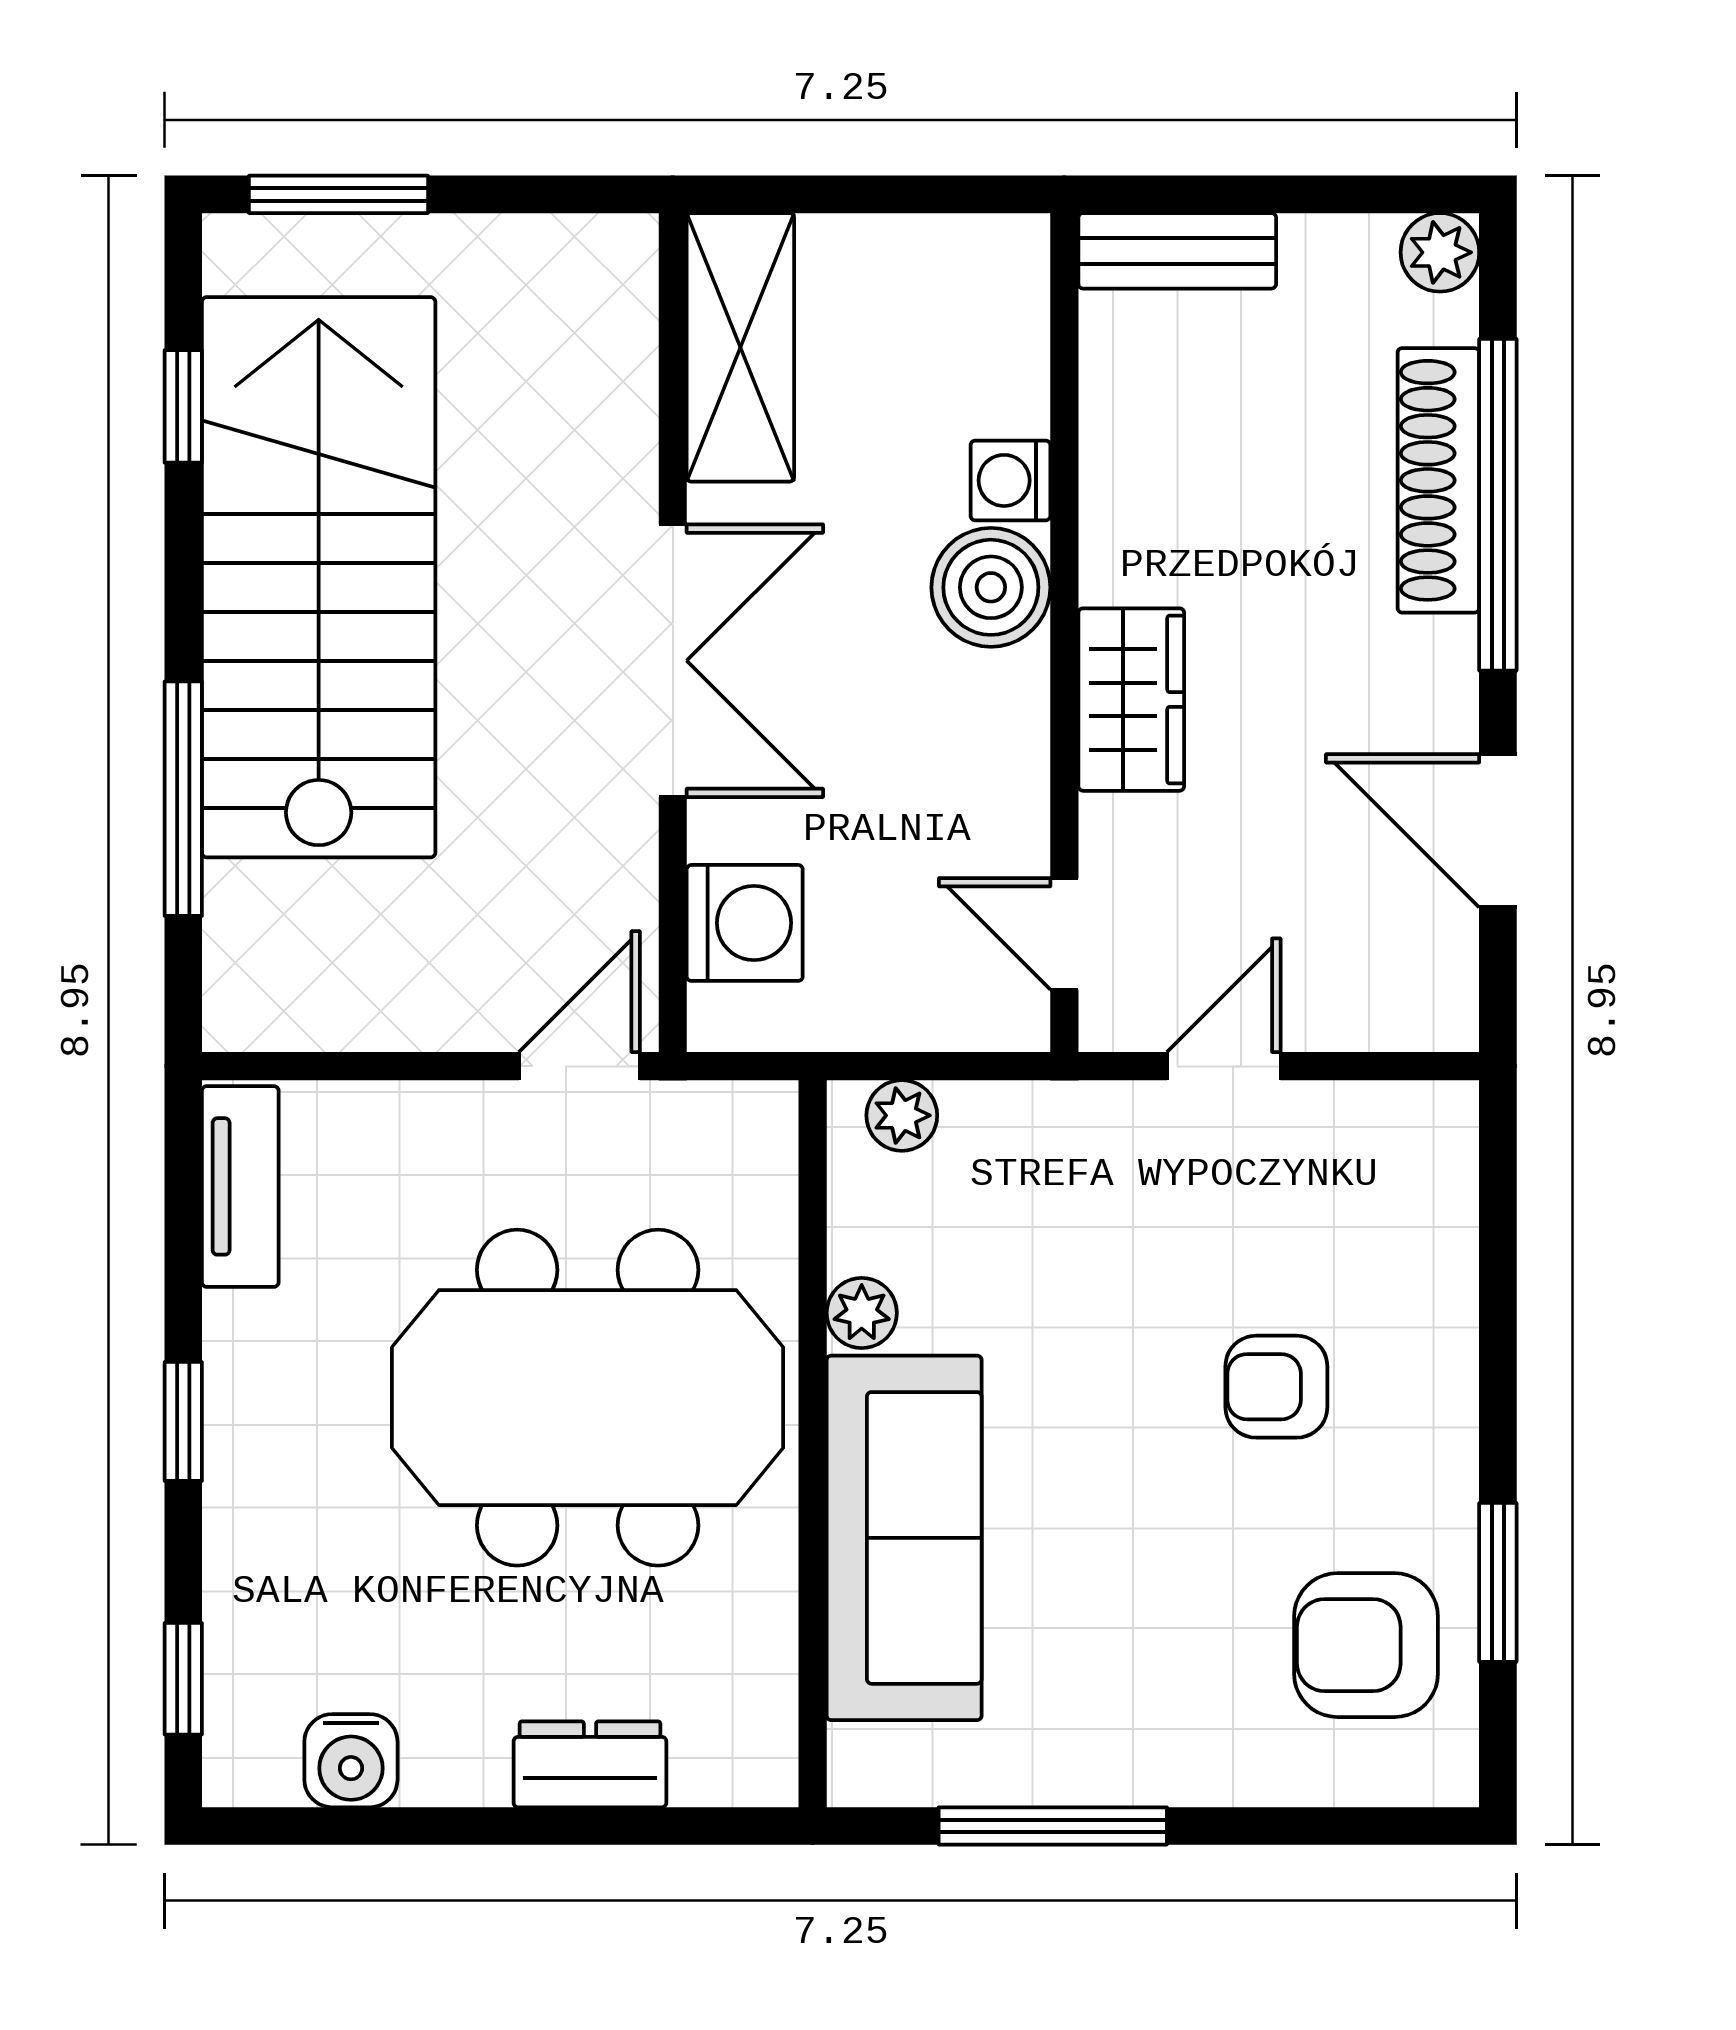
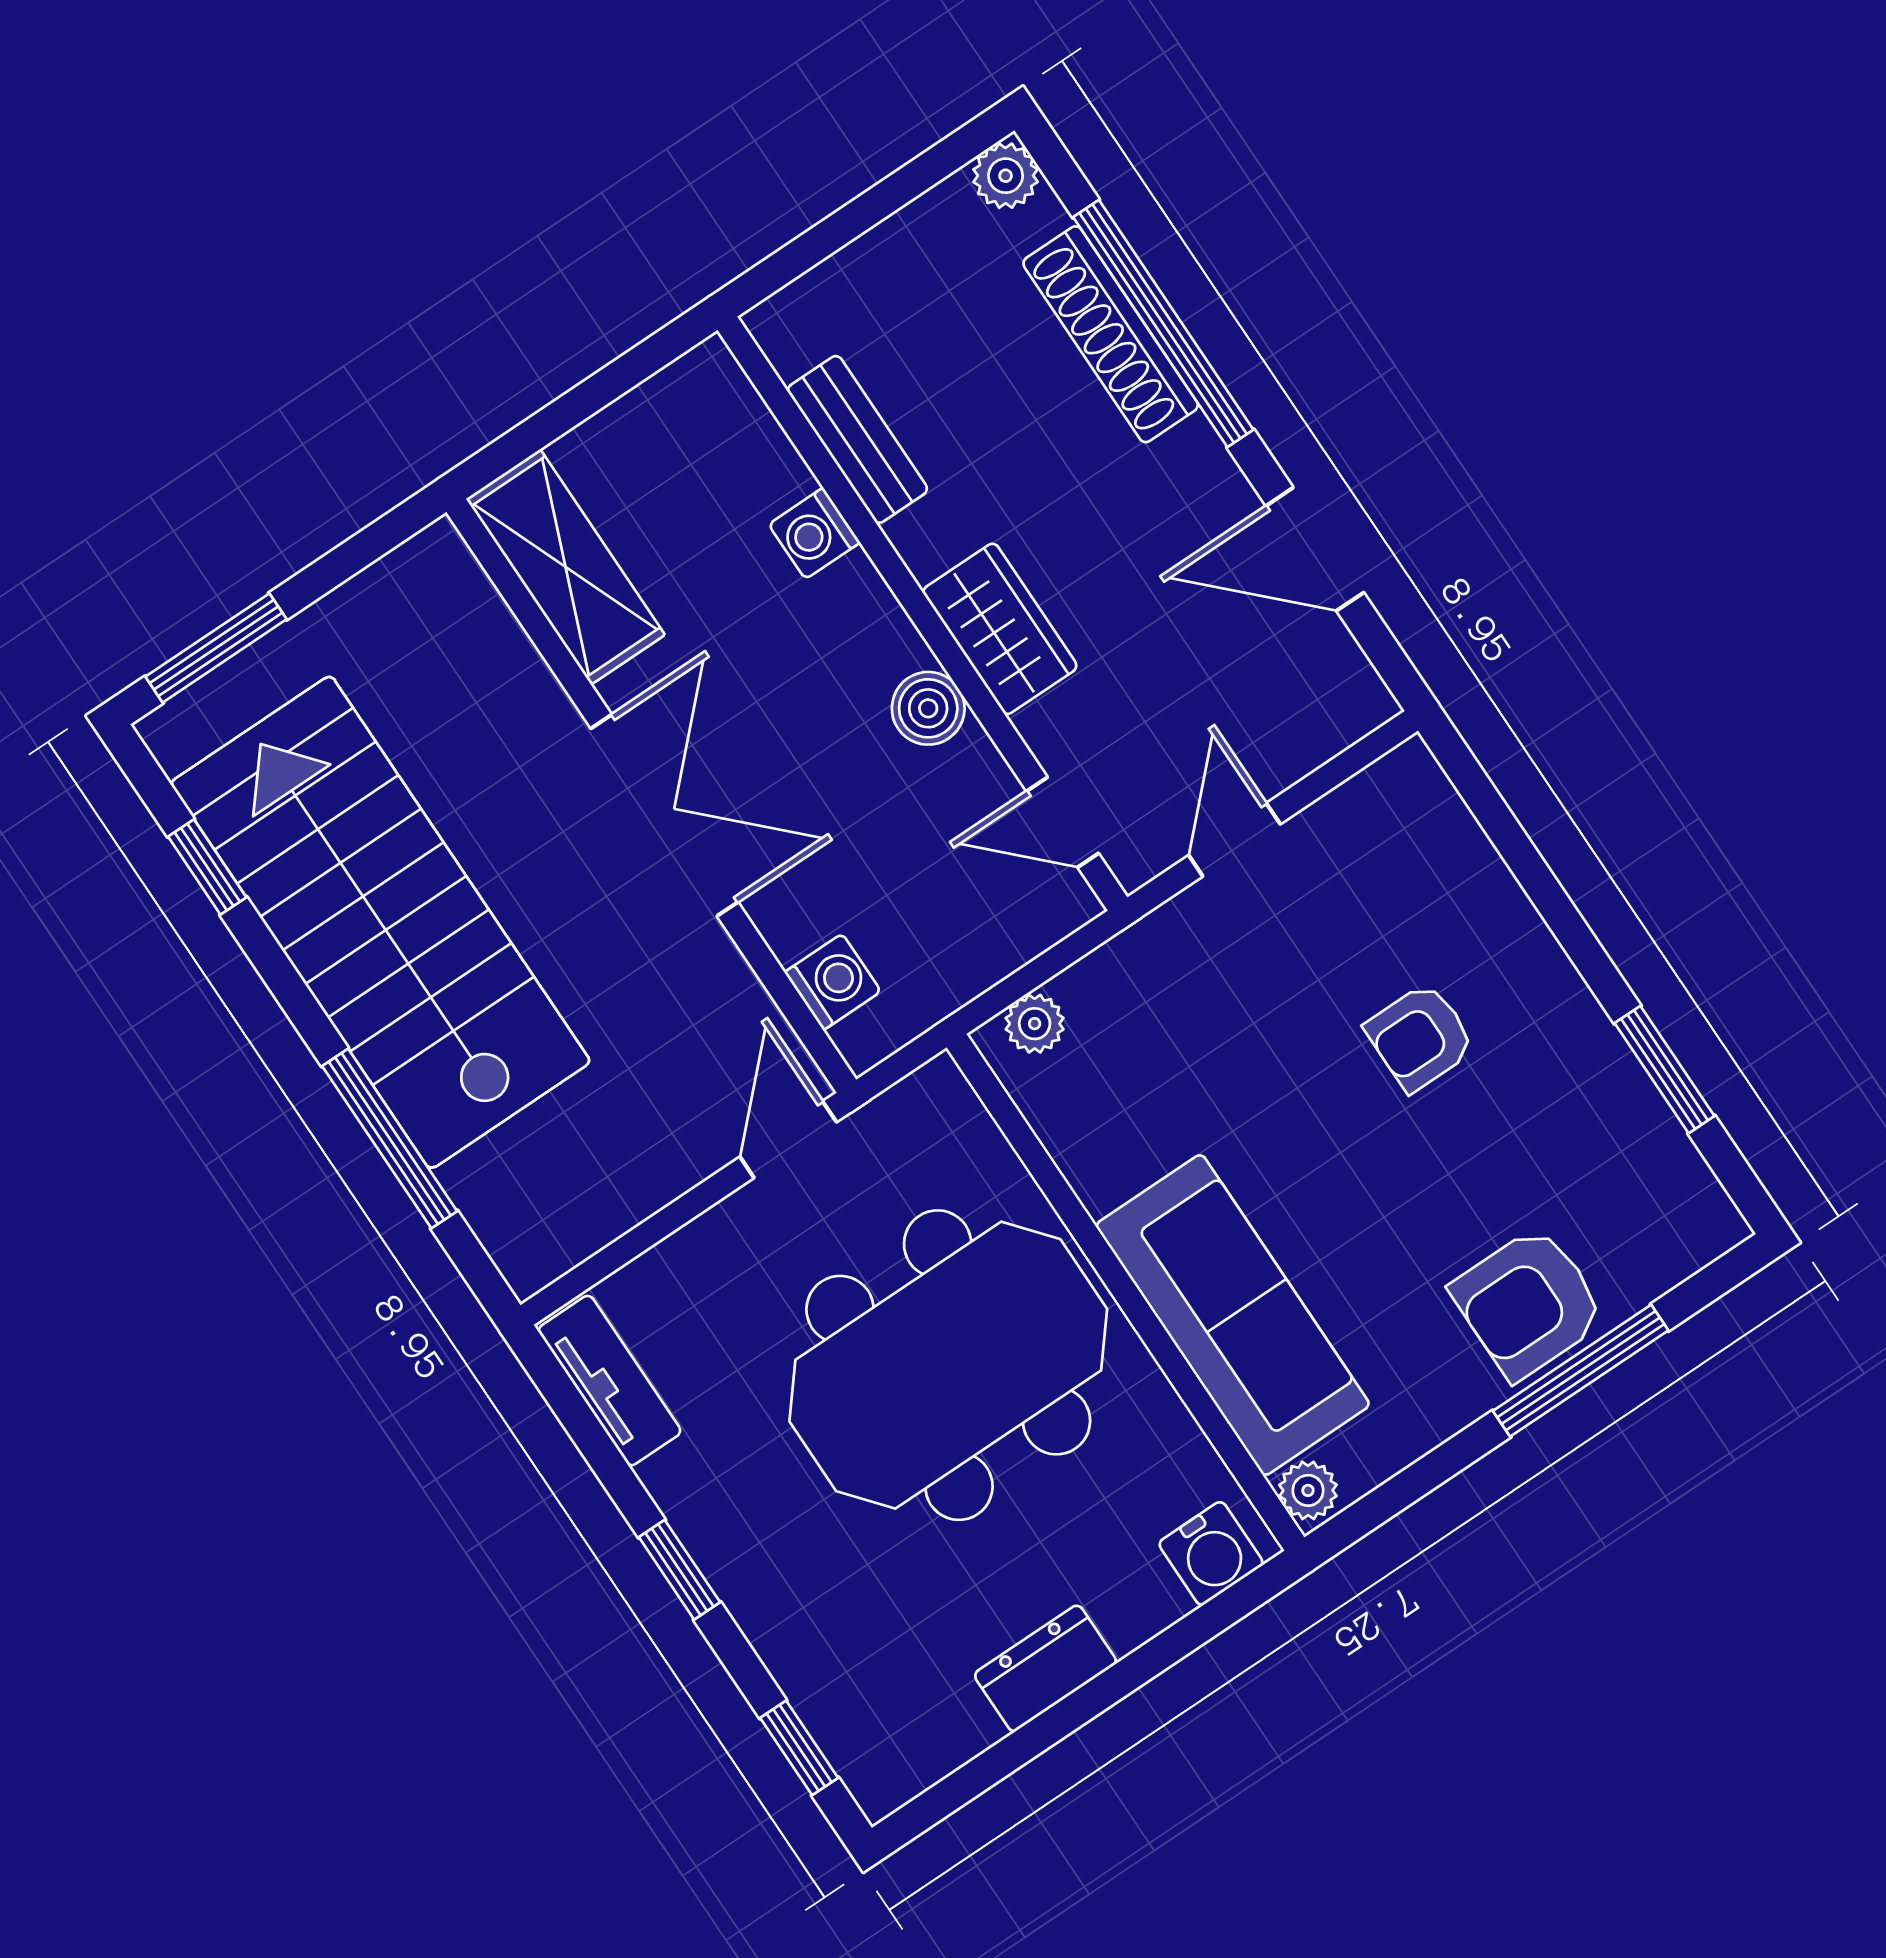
bench: (1177, 251) -> (857, 439), moved, turned 90
boiler: (991, 587) -> (928, 708), moved, width x0.73, depth x0.73
washing machine: (745, 923) -> (833, 982), width x0.73, depth x0.73
plant: (862, 1313) -> (1308, 1490), moved
armchair: (1366, 1645) -> (1528, 1303), moved
water cooler: (351, 1761) -> (1211, 1553), moved
dresser: (590, 1764) -> (1045, 1668), moved
window: (1053, 1826) -> (1581, 1371), moved

